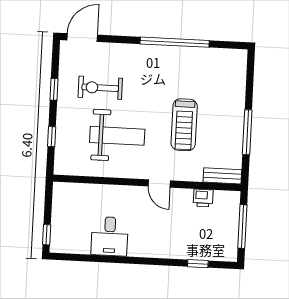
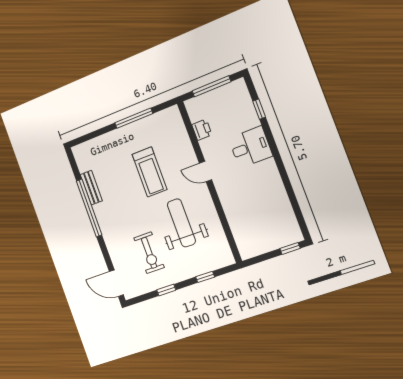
treadmill: (184, 125) -> (149, 172), turned 90
bench: (222, 176) -> (91, 188), moved
door: (159, 183) -> (206, 171), swing flipped
desk: (110, 236) -> (250, 147), moved

